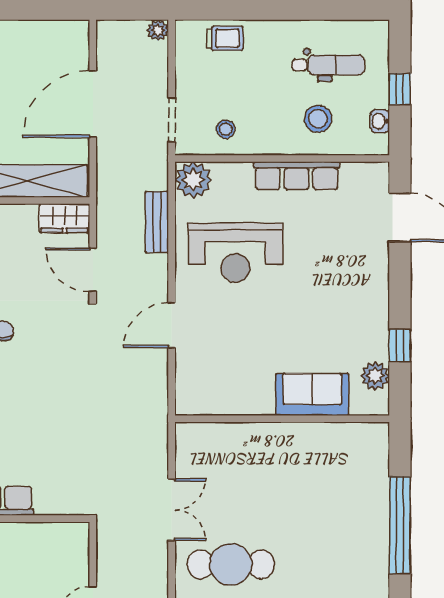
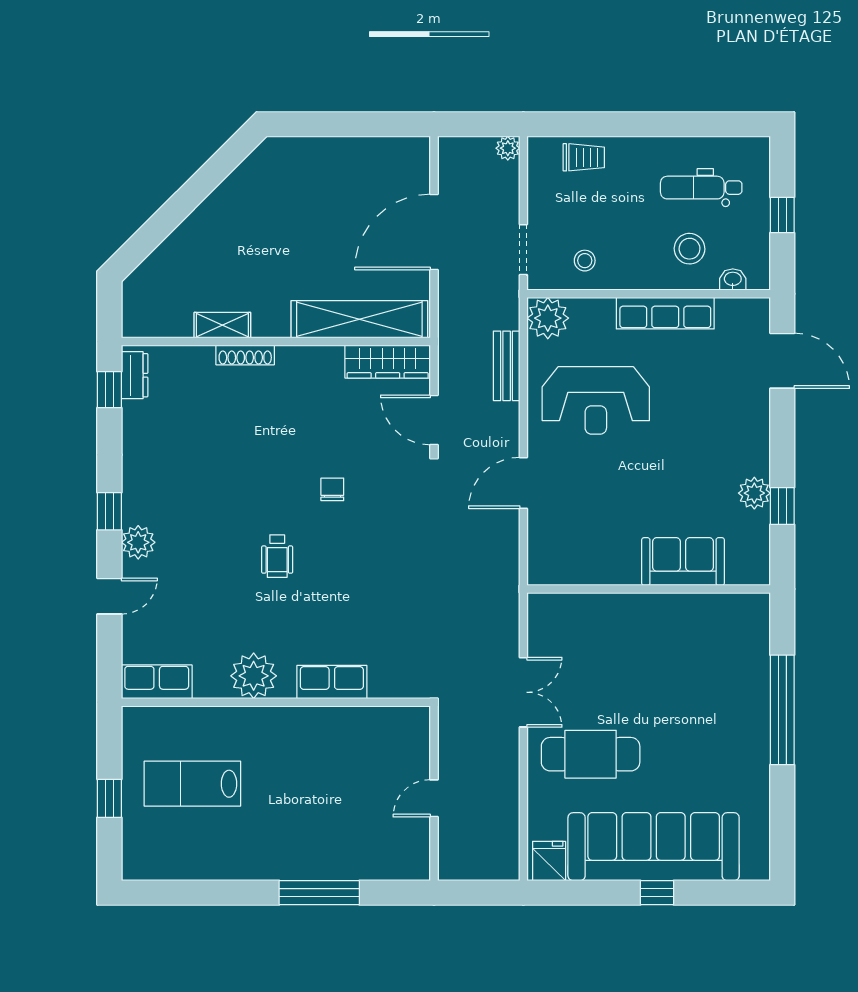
dental chair: (328, 65) -> (701, 188), turned 180
washbasin: (380, 121) -> (733, 279), moved, turned 90
wardrobe: (65, 218) -> (388, 362), width x1.50
plant: (375, 376) -> (754, 493), moved

